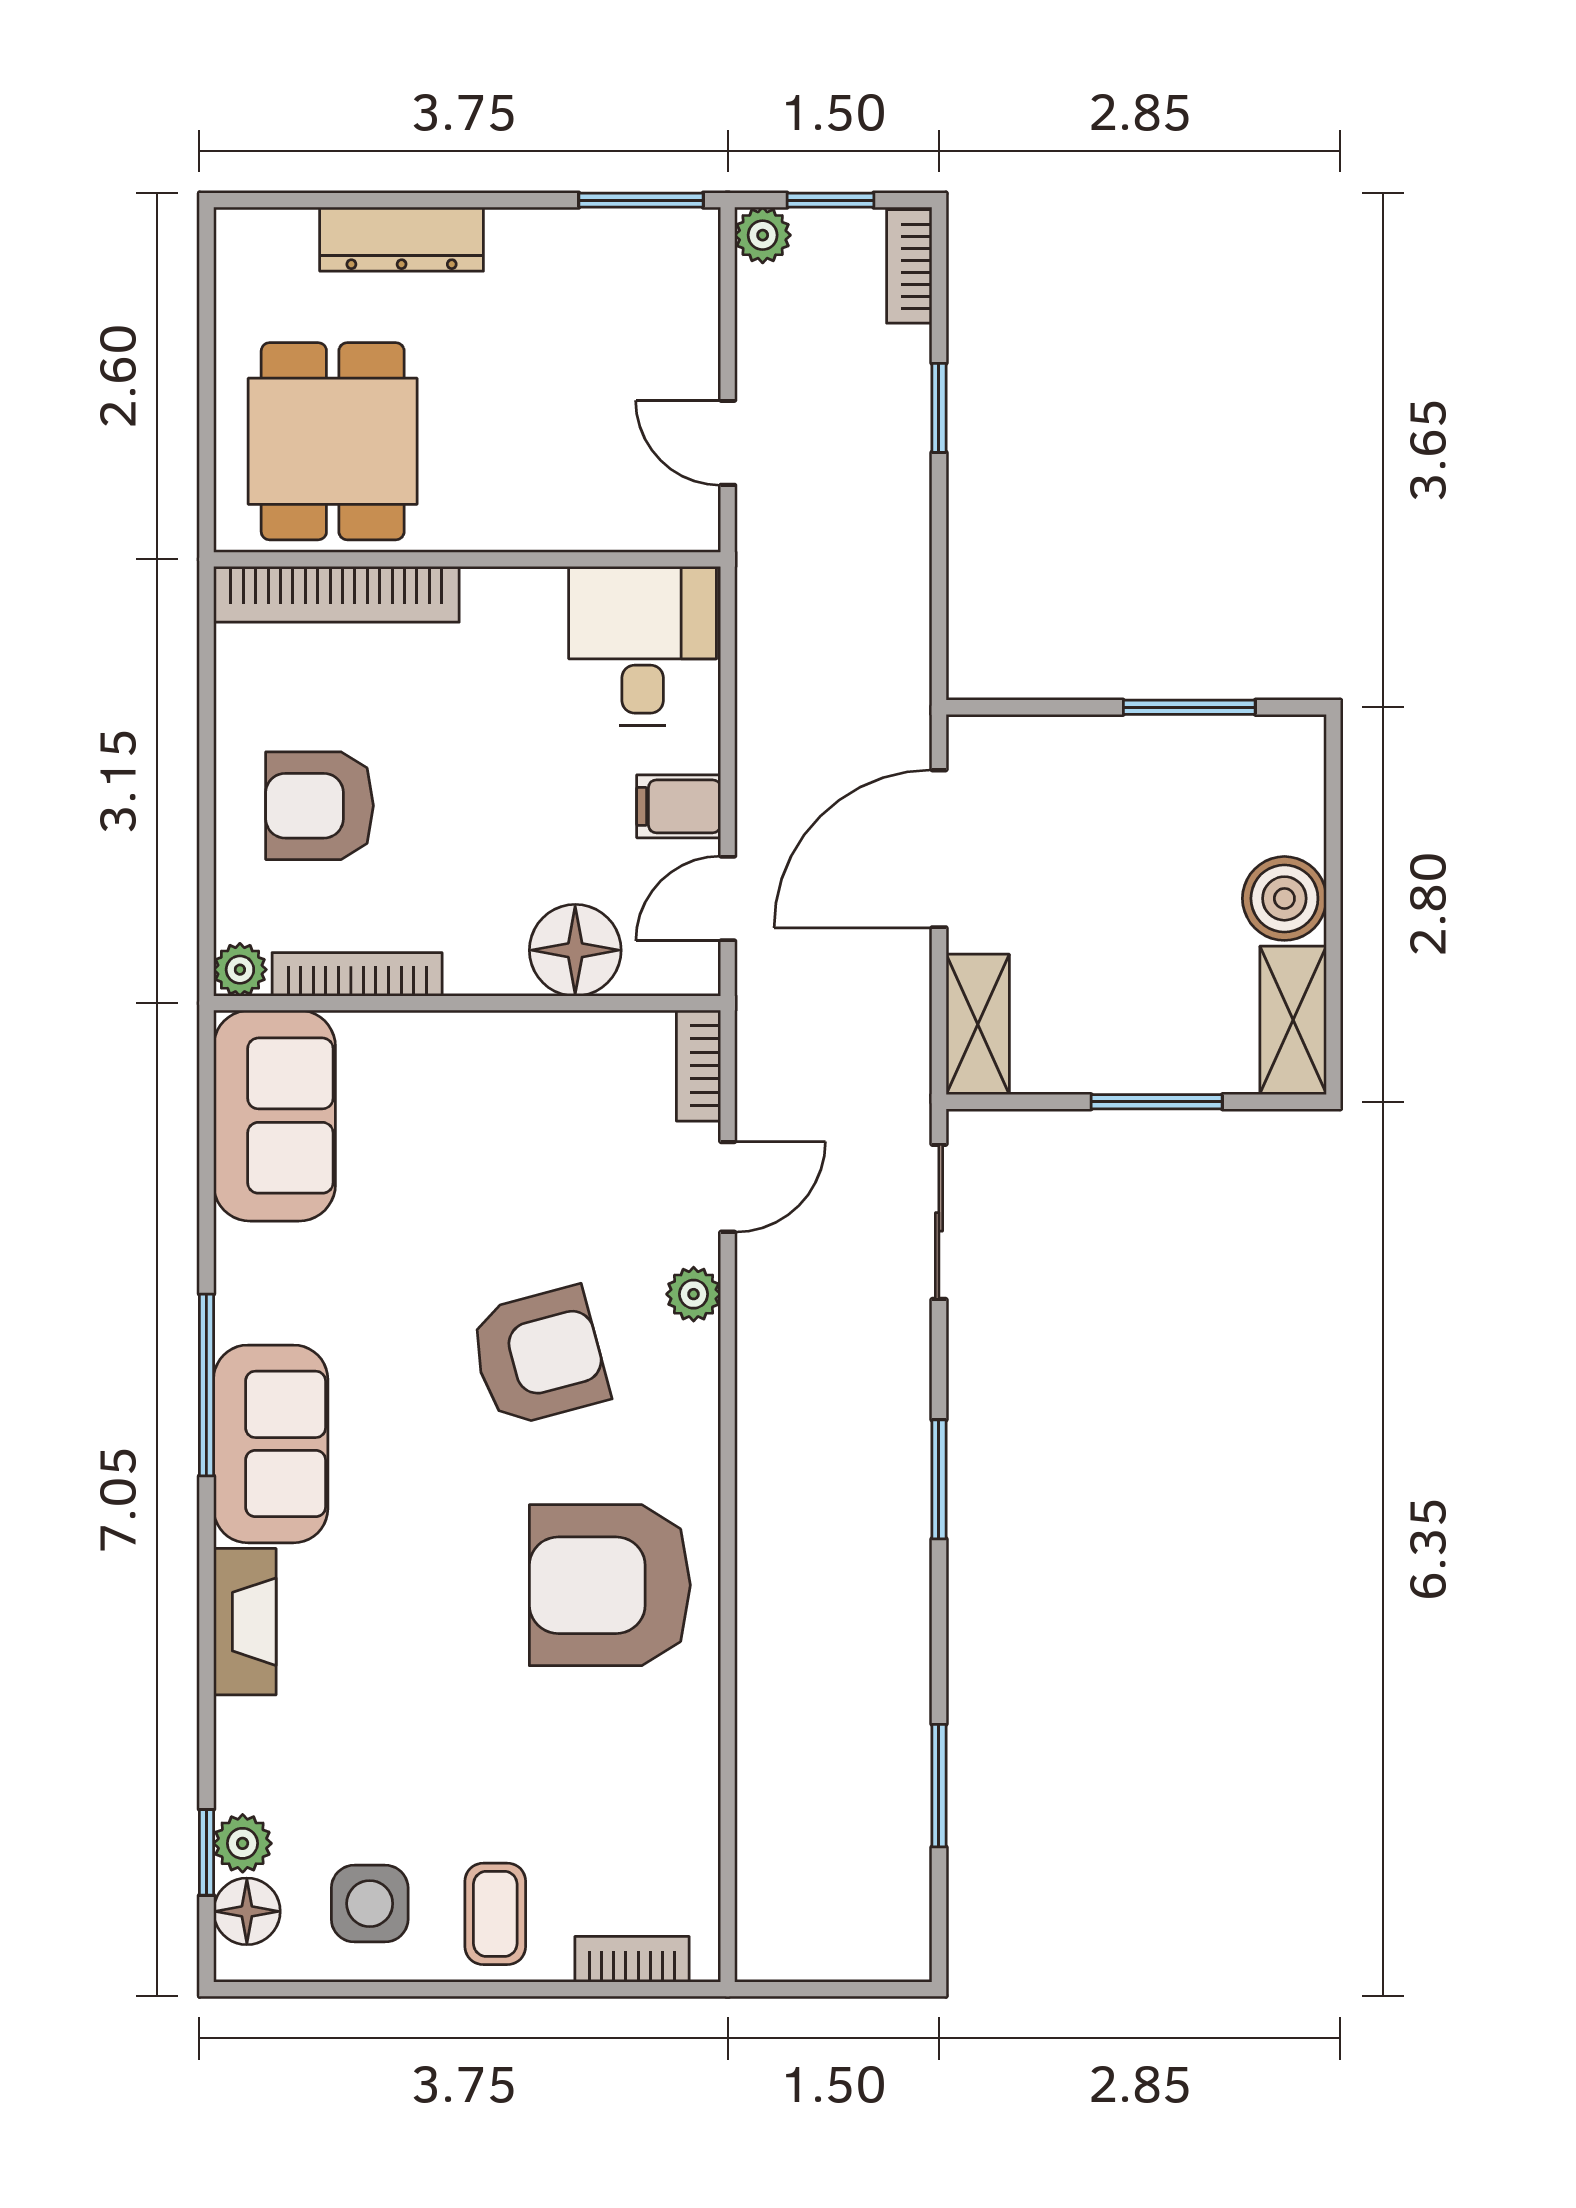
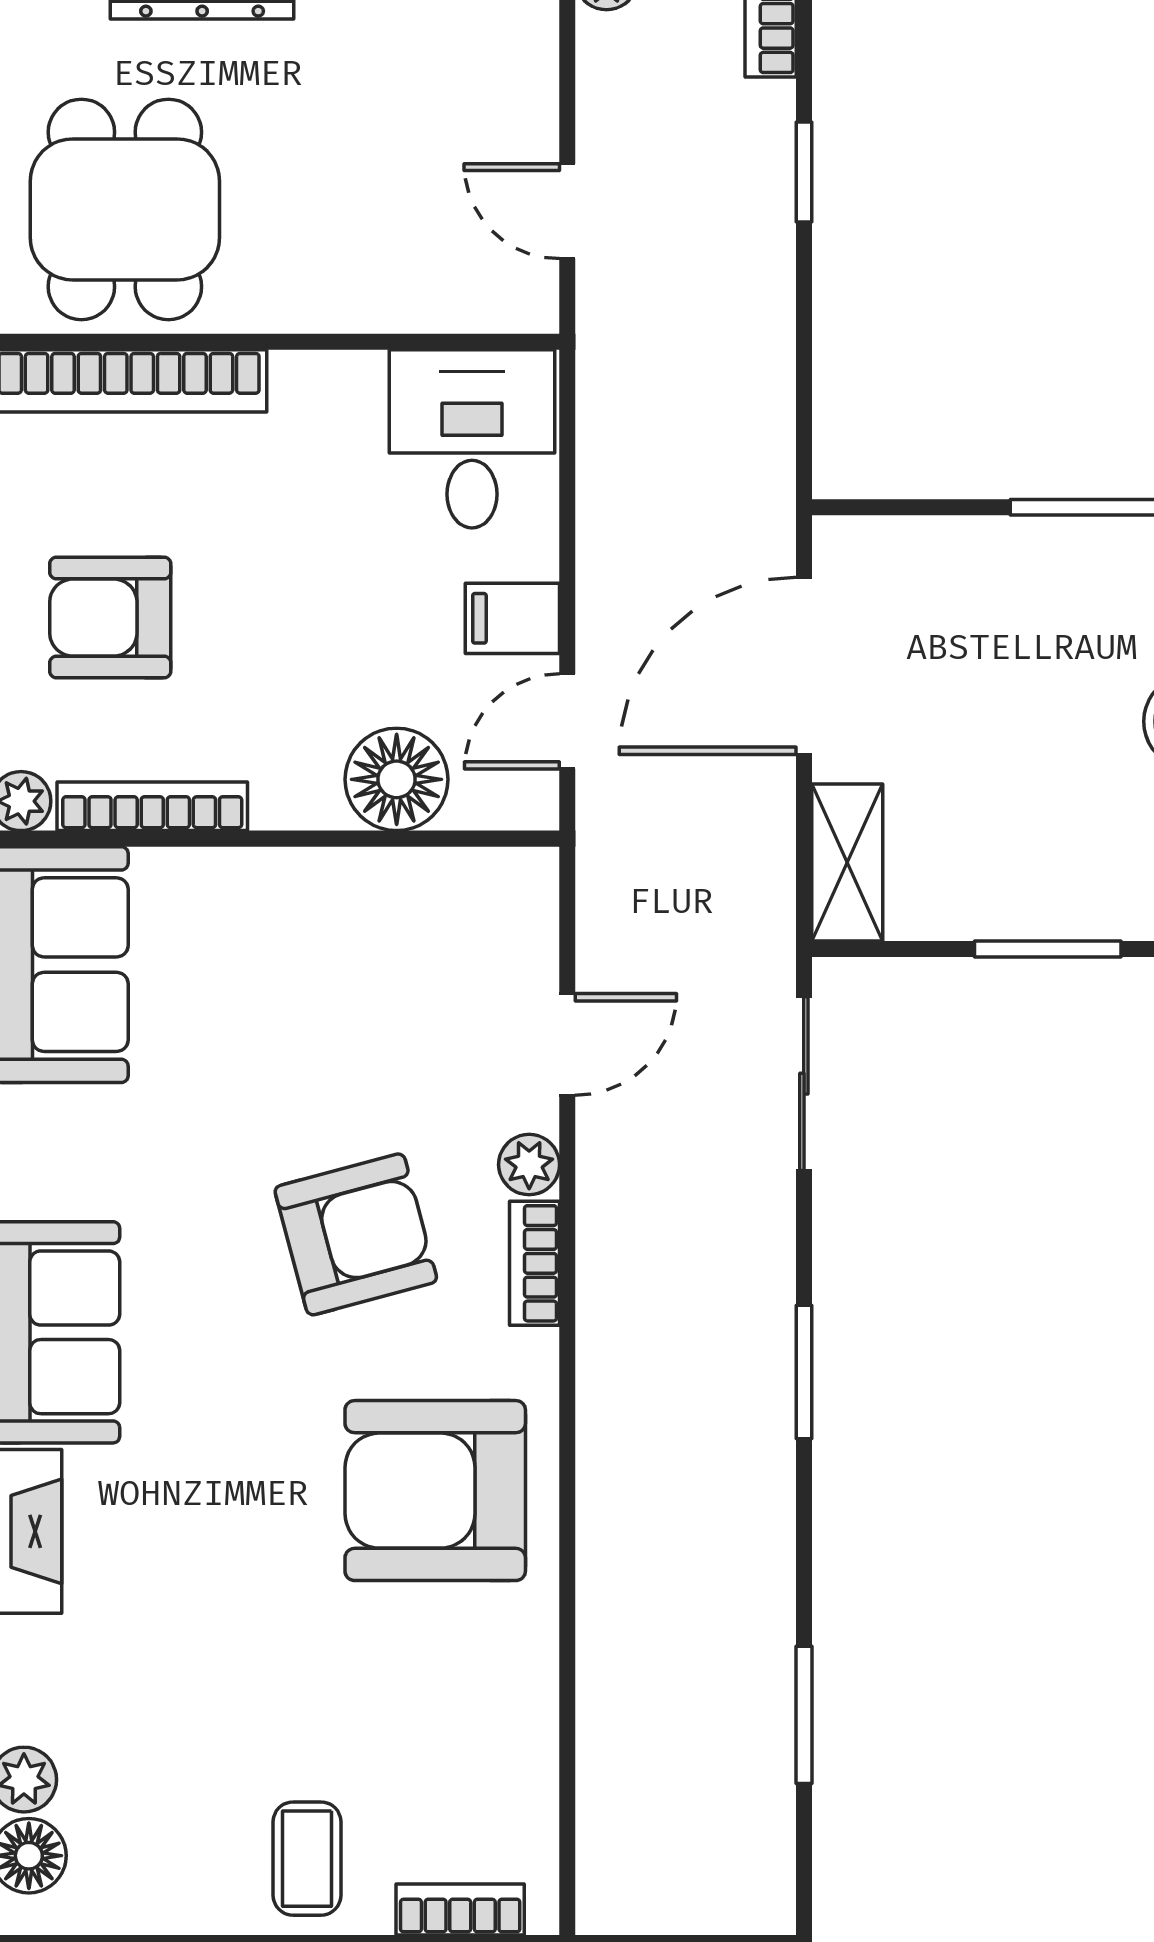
bookcase: (698, 1066) -> (535, 1263), moved
side table: (370, 1904) -> (166, 1847), removed

